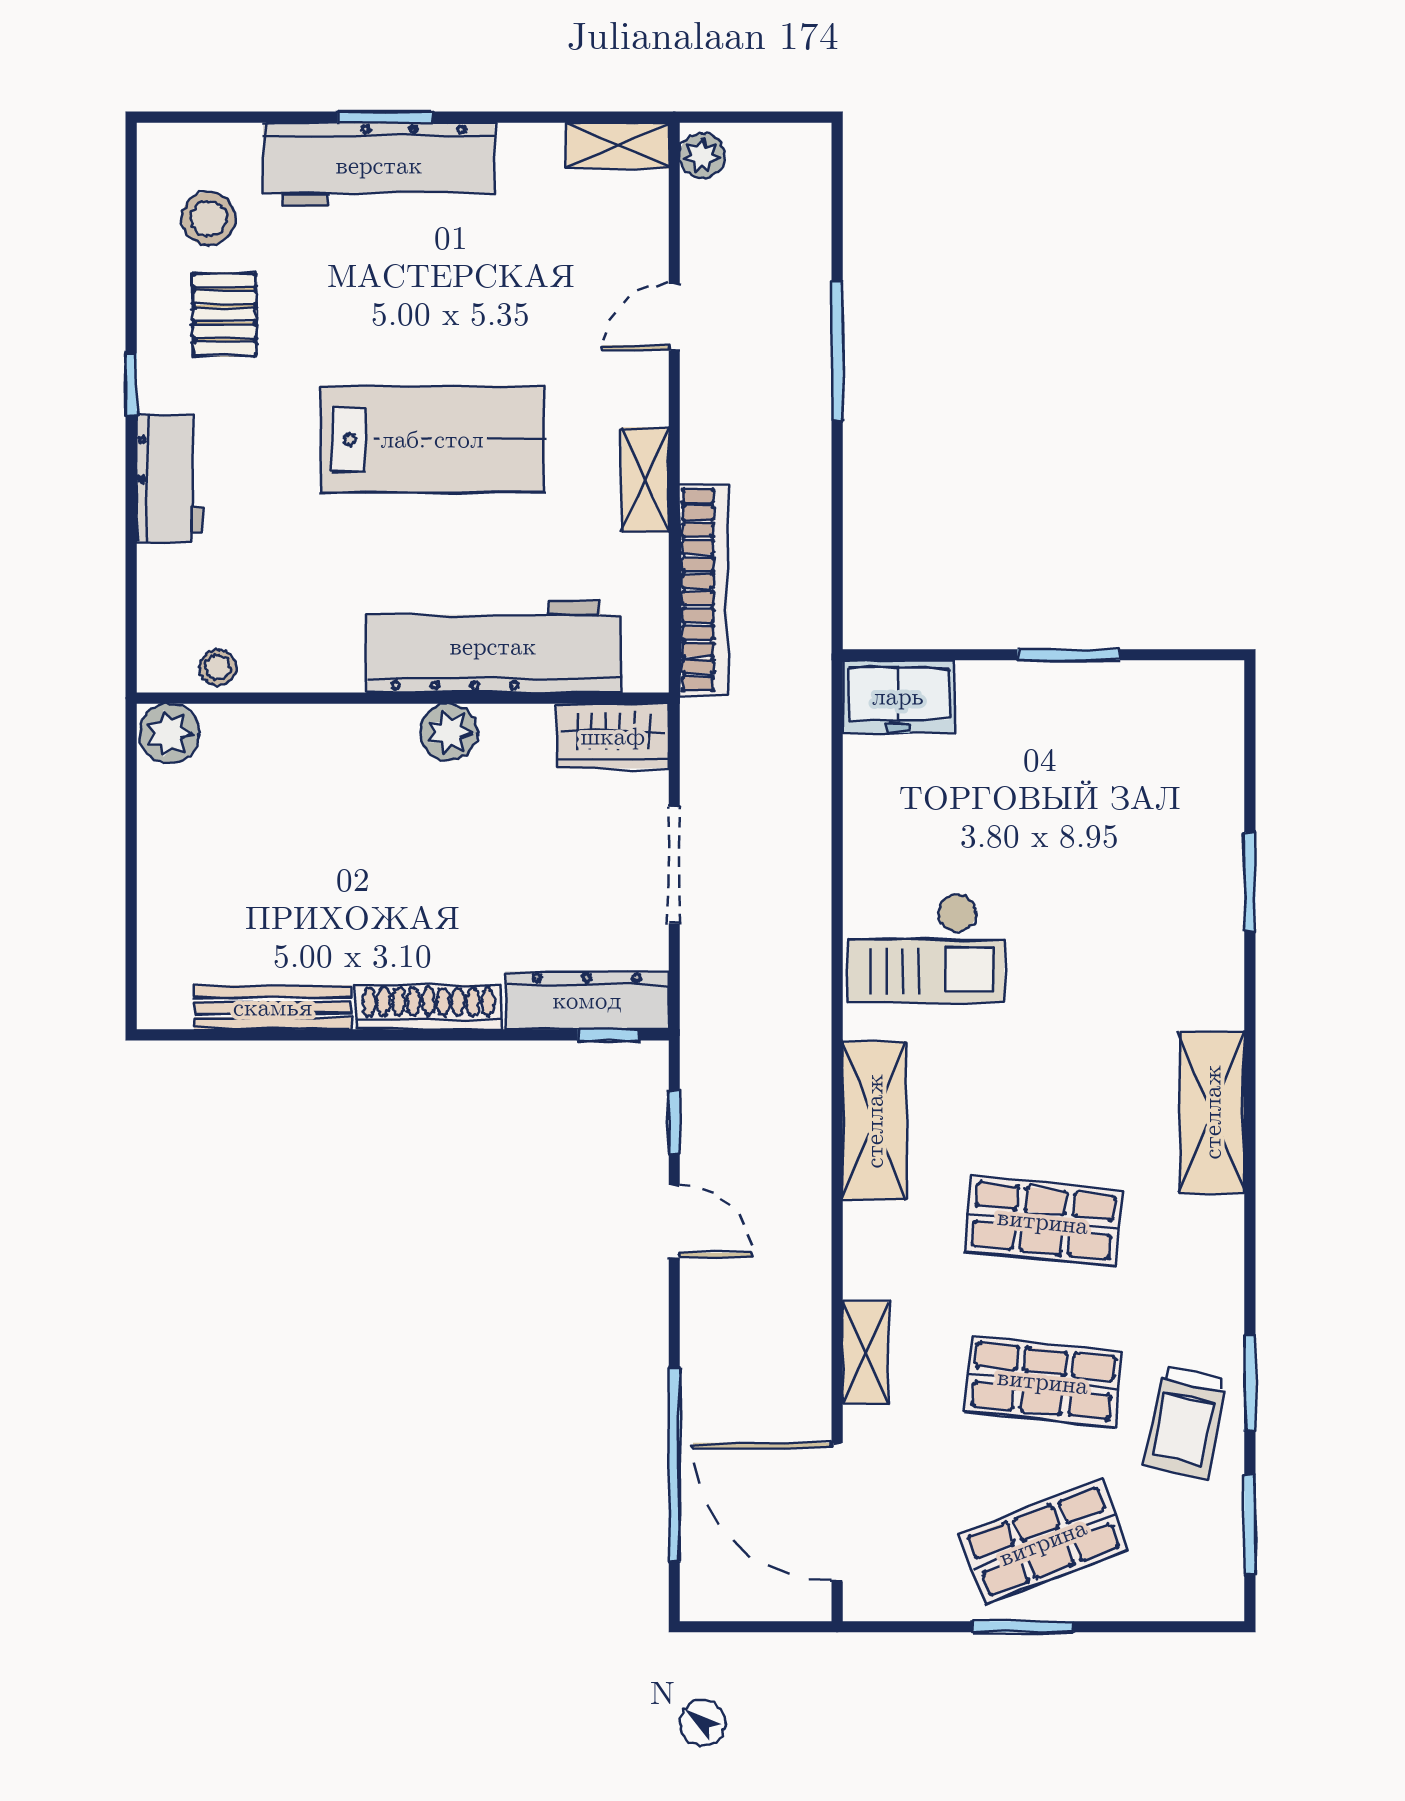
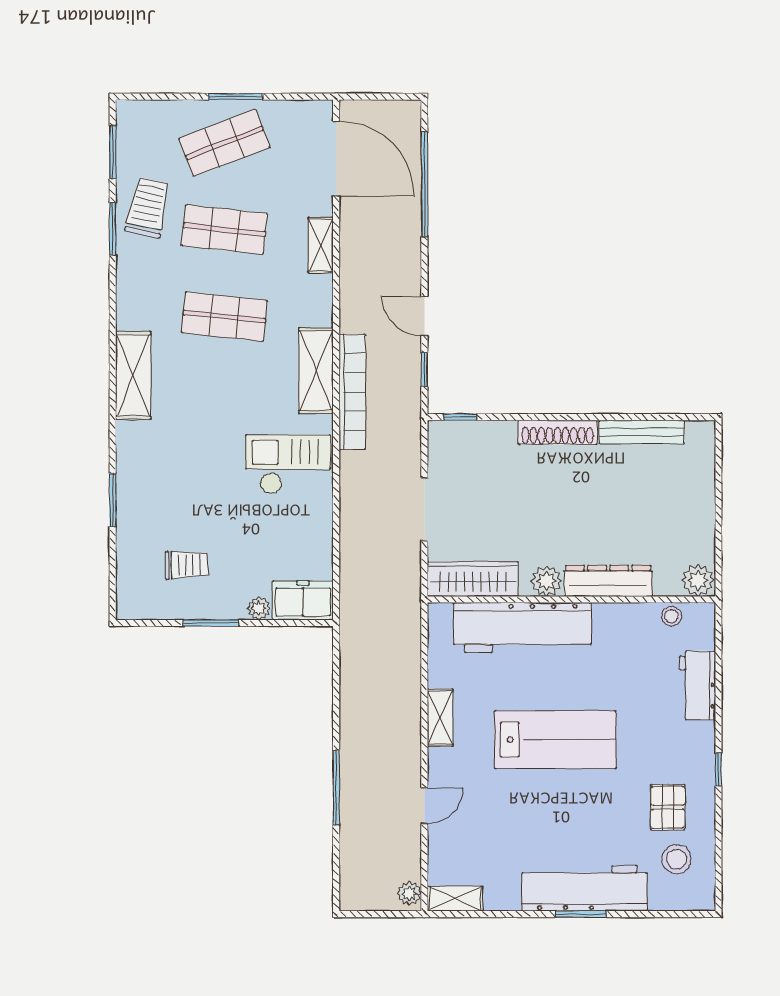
lab bench: (432, 439) -> (555, 740), turned 180
workbench: (170, 479) -> (698, 685), moved
bookcase: (704, 590) -> (352, 392), moved, turned 180
plant: (980, 682) -> (259, 608), added
wardrobe: (613, 736) -> (473, 579), width x1.50
trolley: (1114, 762) -> (186, 565), added
dresser: (587, 1000) -> (608, 581), moved, turned 180

